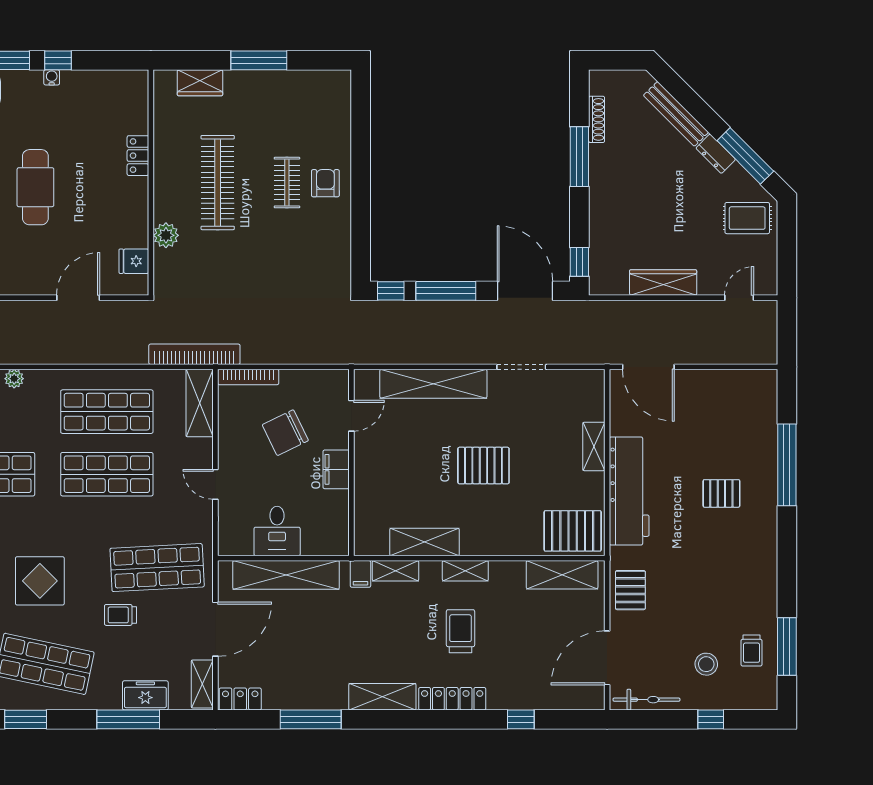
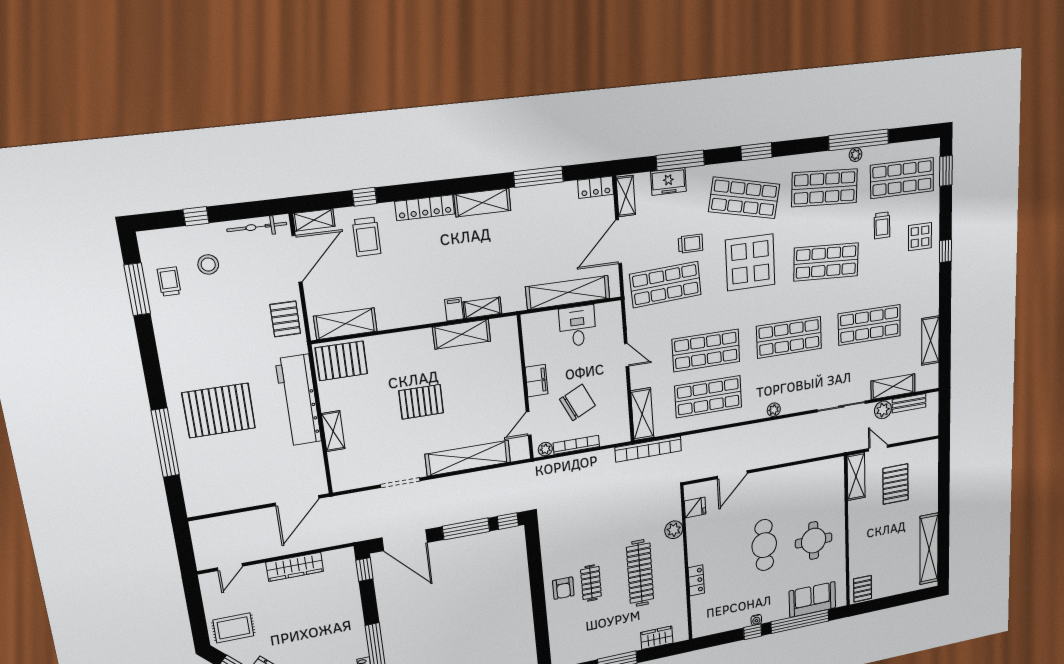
door: (648, 367) -> (297, 501), swing flipped
bookcase: (248, 377) -> (576, 445), moved
plant: (333, 378) -> (545, 449), added
pallet: (721, 493) -> (219, 410), width x2.05, depth x2.00
shelving: (465, 571) -> (314, 220), moved
filing cabinet: (360, 574) -> (454, 309), moved
display table: (40, 581) -> (750, 262), width x1.36, depth x1.36
trolley: (460, 631) -> (367, 237), moved

